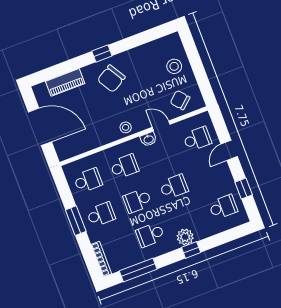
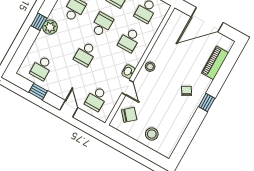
chair: (111, 79) -> (187, 91), width x0.54, depth x0.54
door: (161, 126) -> (127, 87), hinge flipped

